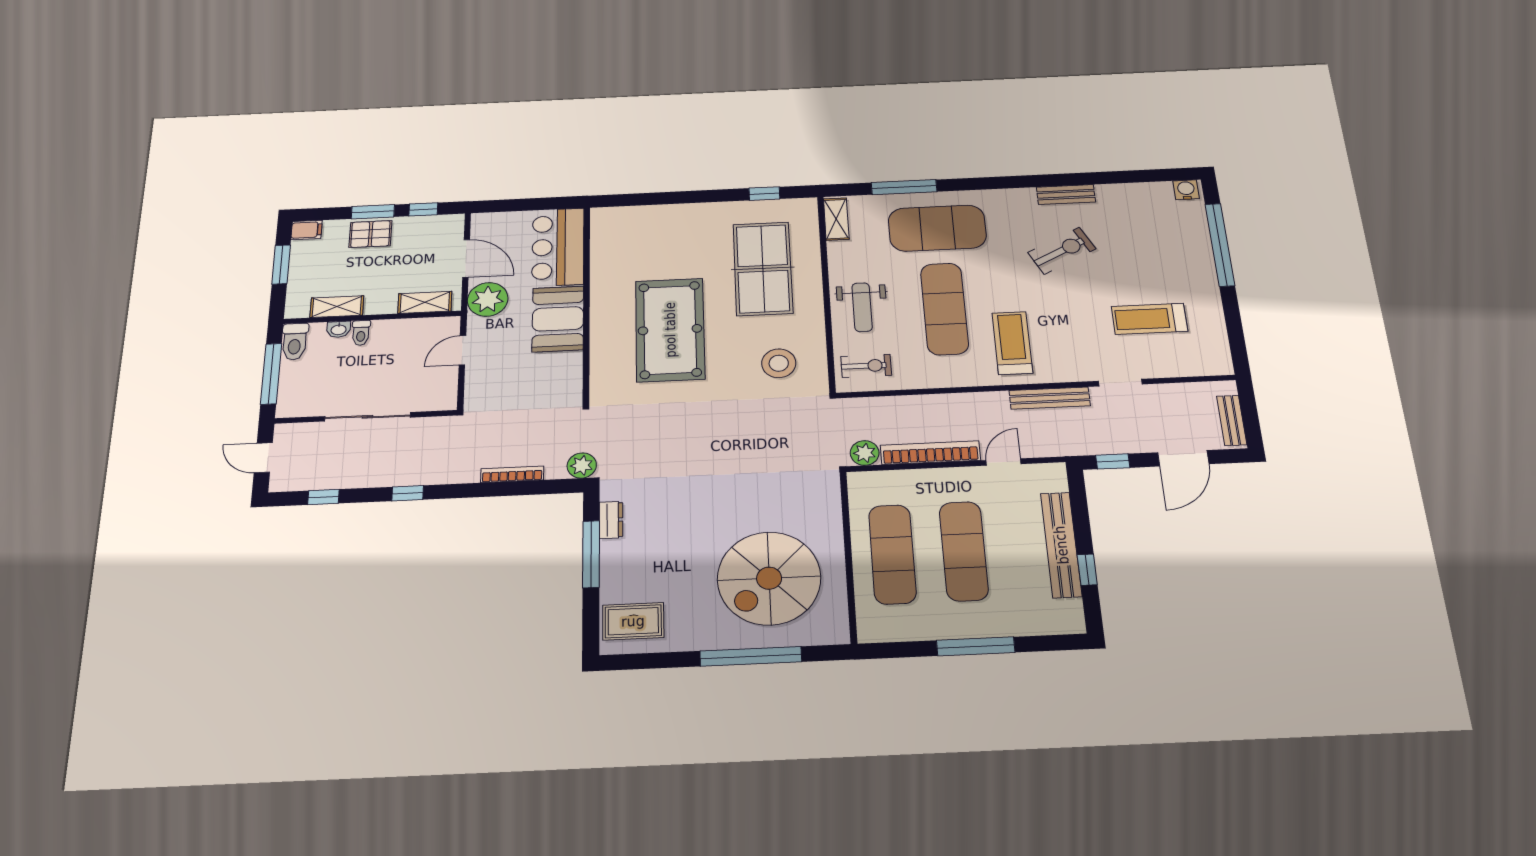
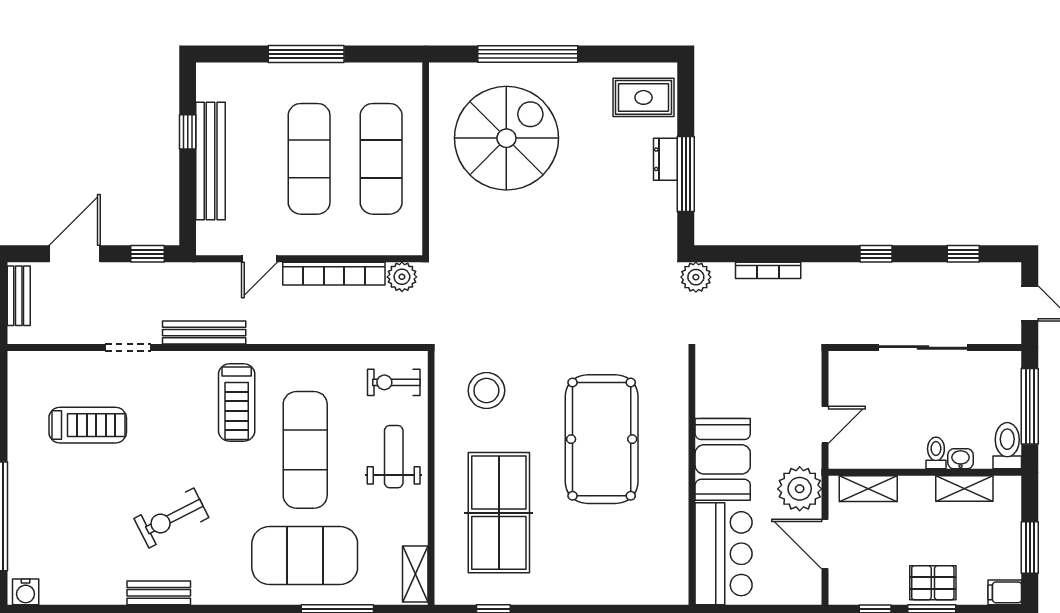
dresser: (611, 520) -> (666, 159), moved

